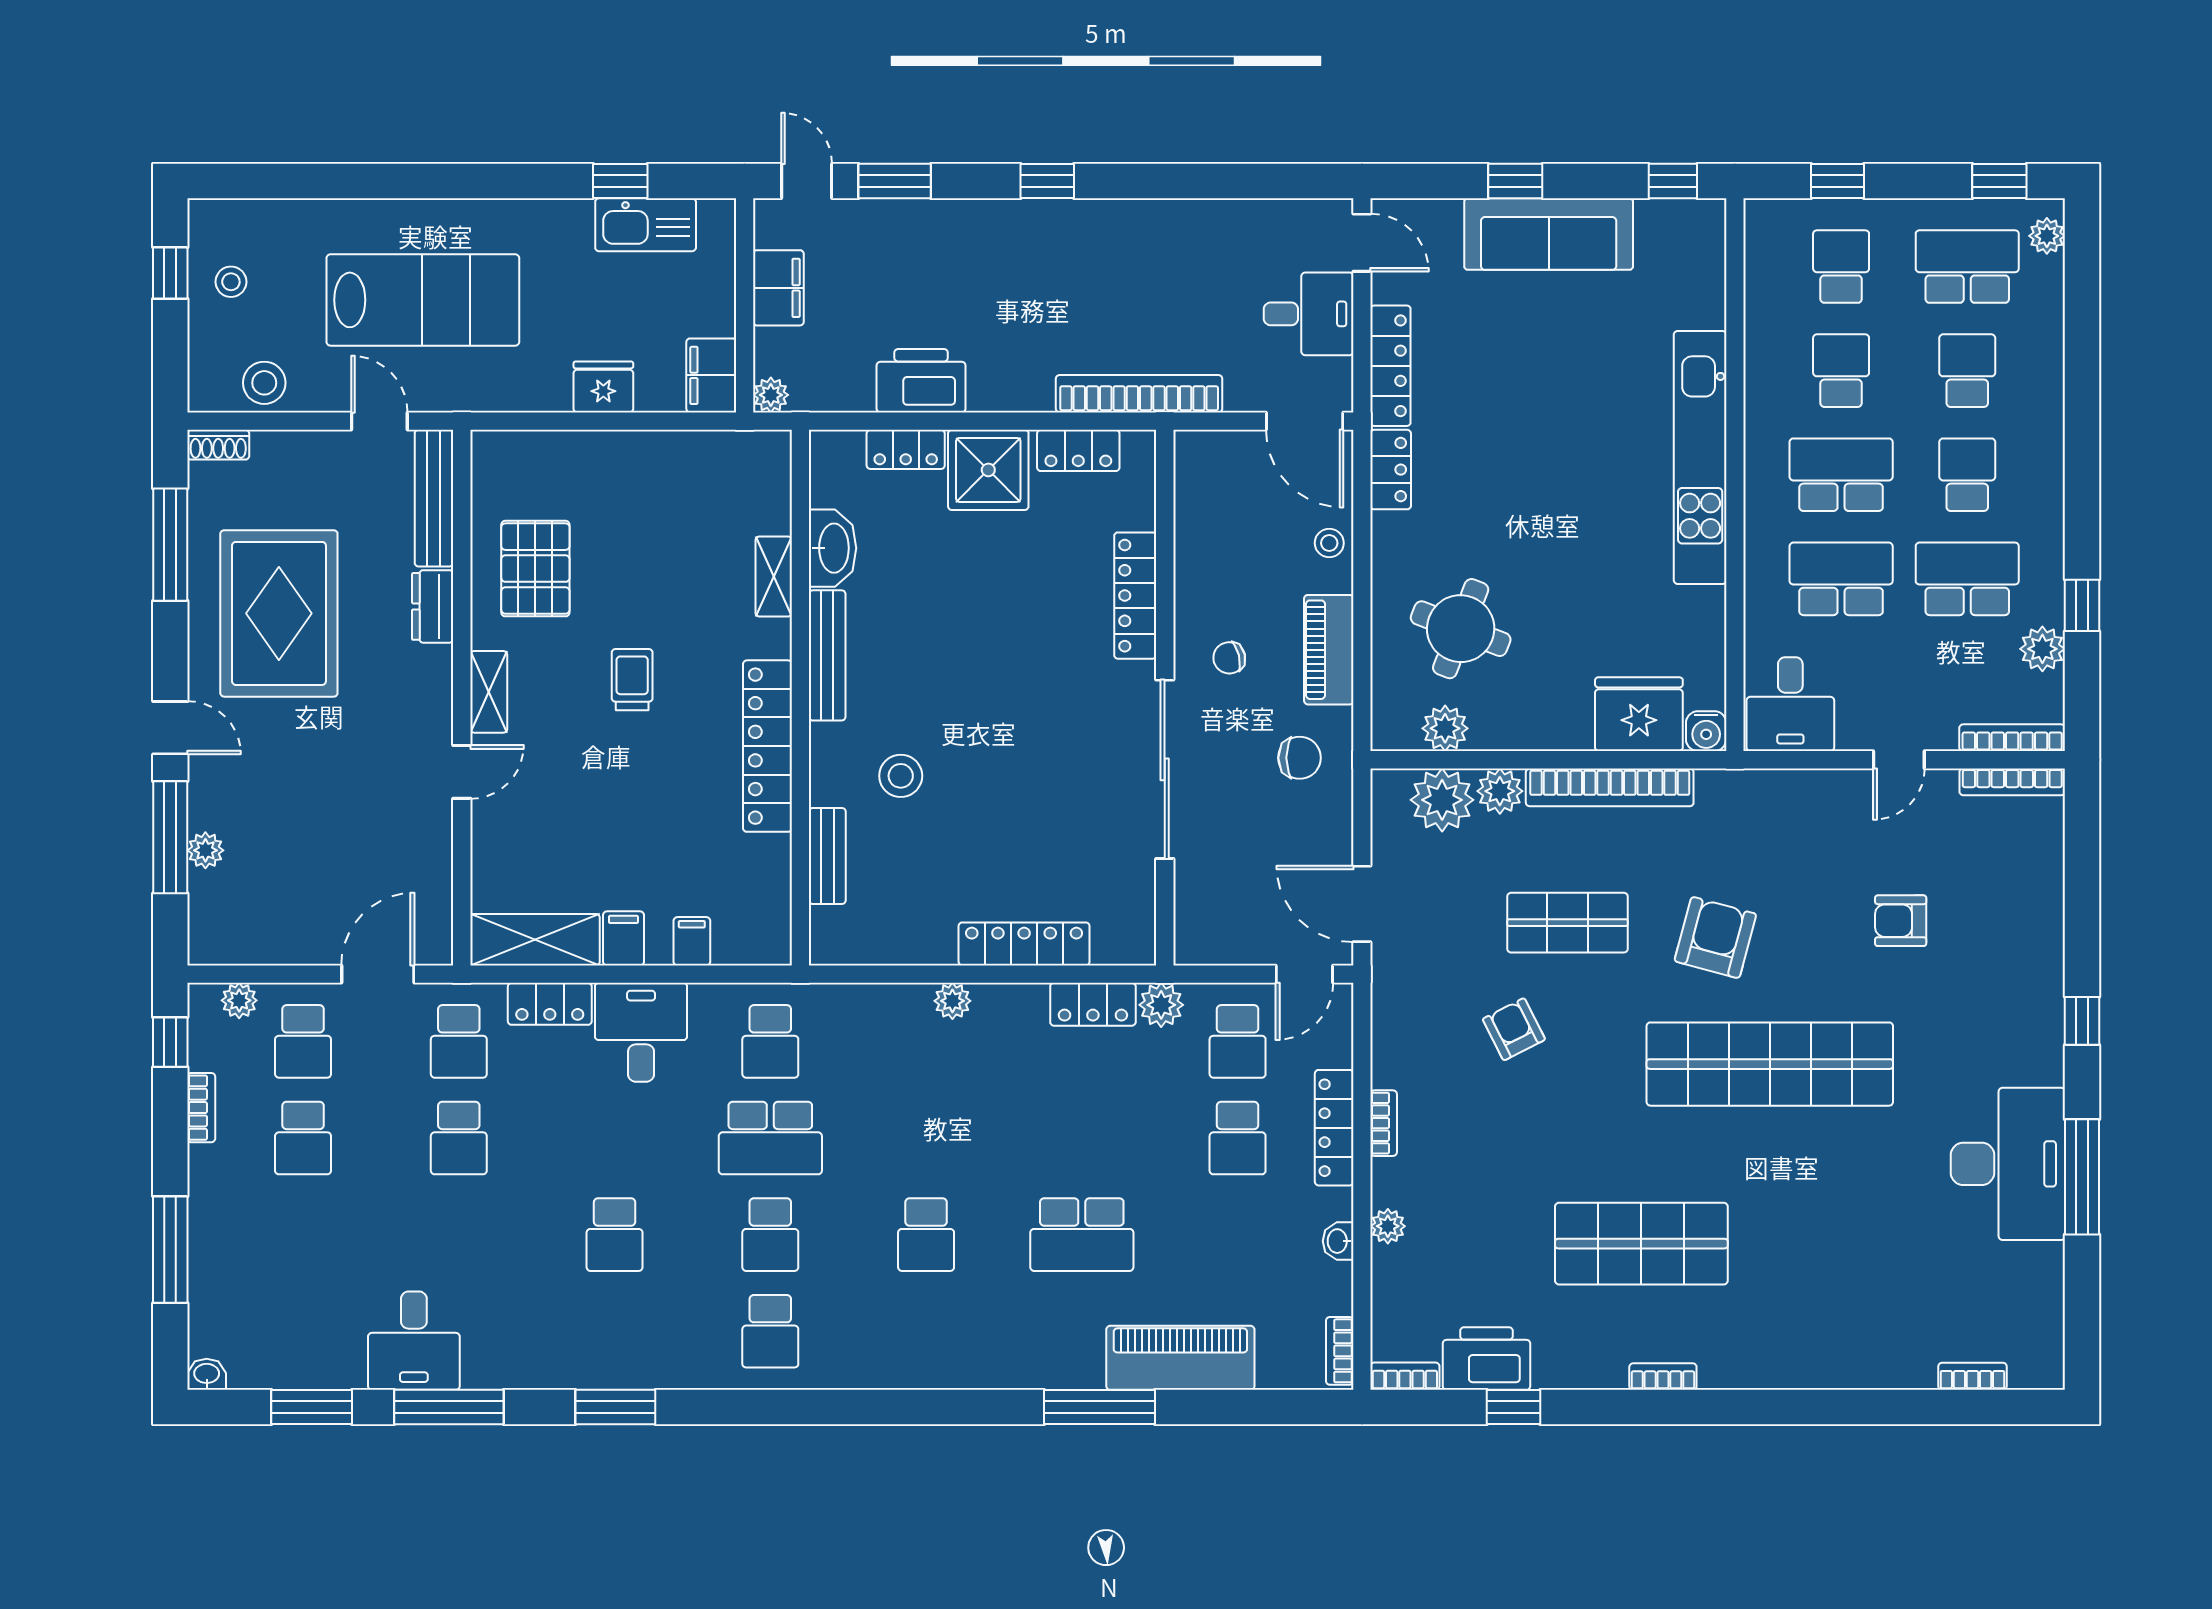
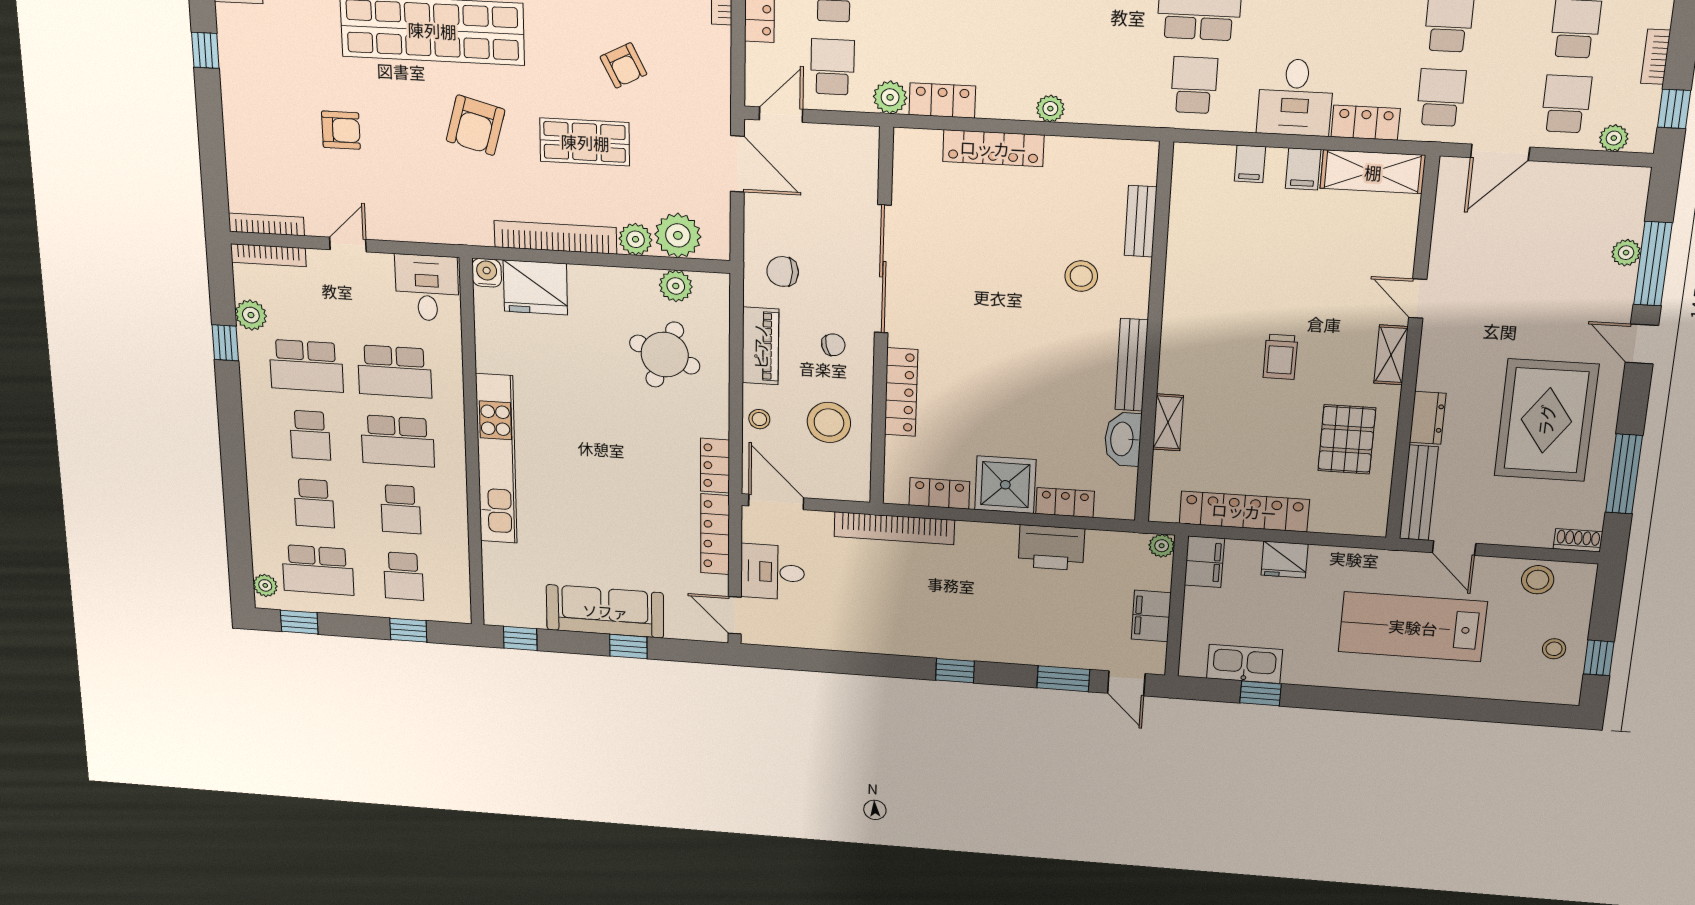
stool: (1233, 545) -> (829, 422), added
locker: (767, 746) -> (1244, 511), moved, turned -90
door: (462, 772) -> (1418, 299), hinge flipped

